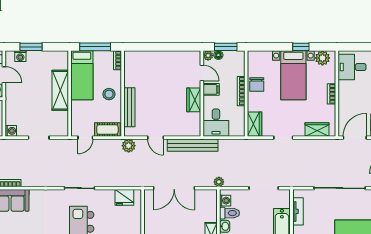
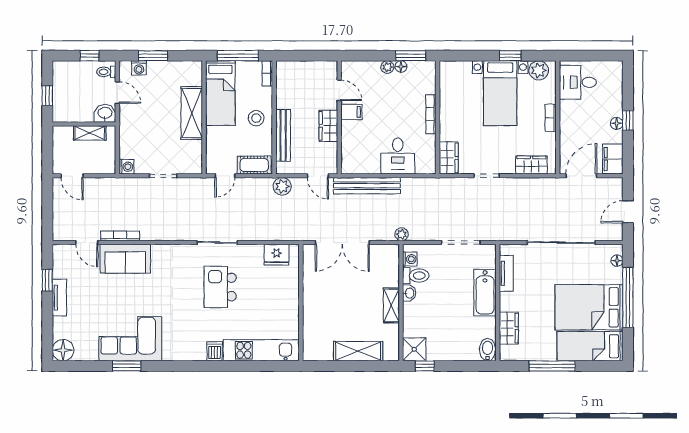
door: (202, 73) -> (339, 90), moved
chair: (257, 84) -> (452, 105), removed
filing cabinet: (211, 89) -> (351, 112), moved
wall: (202, 94) -> (339, 117), moved
wardrobe: (194, 100) -> (328, 126), moved

